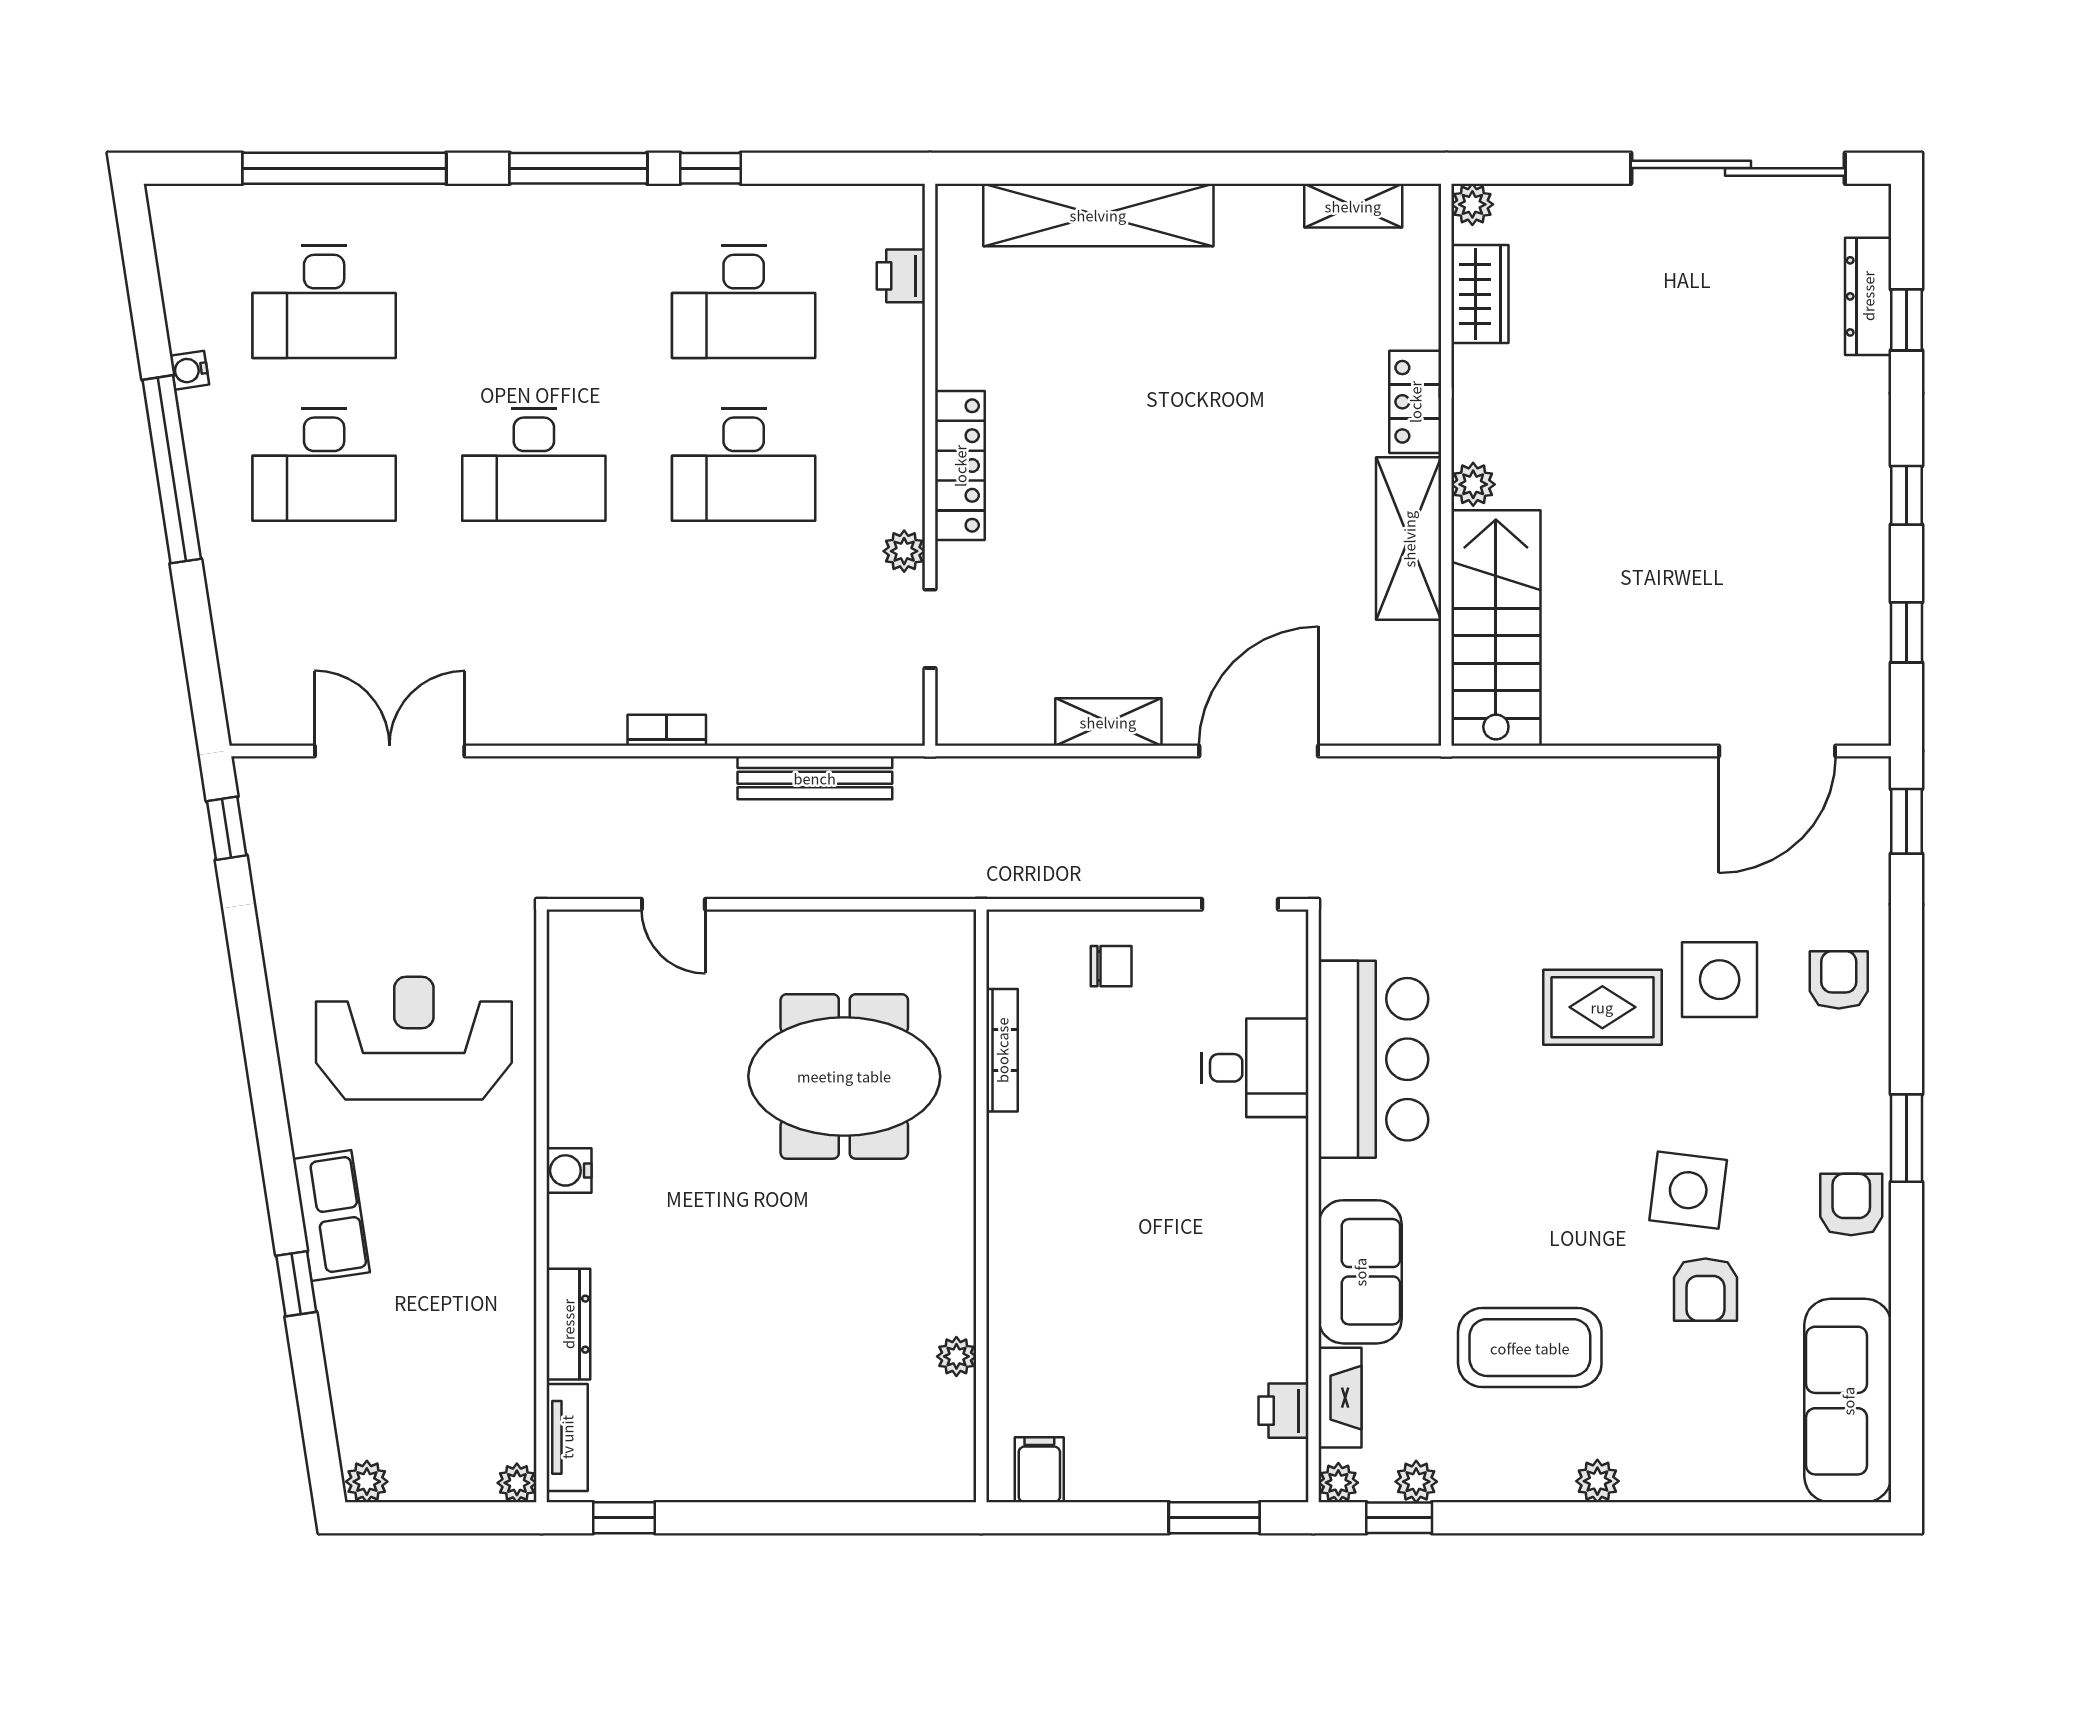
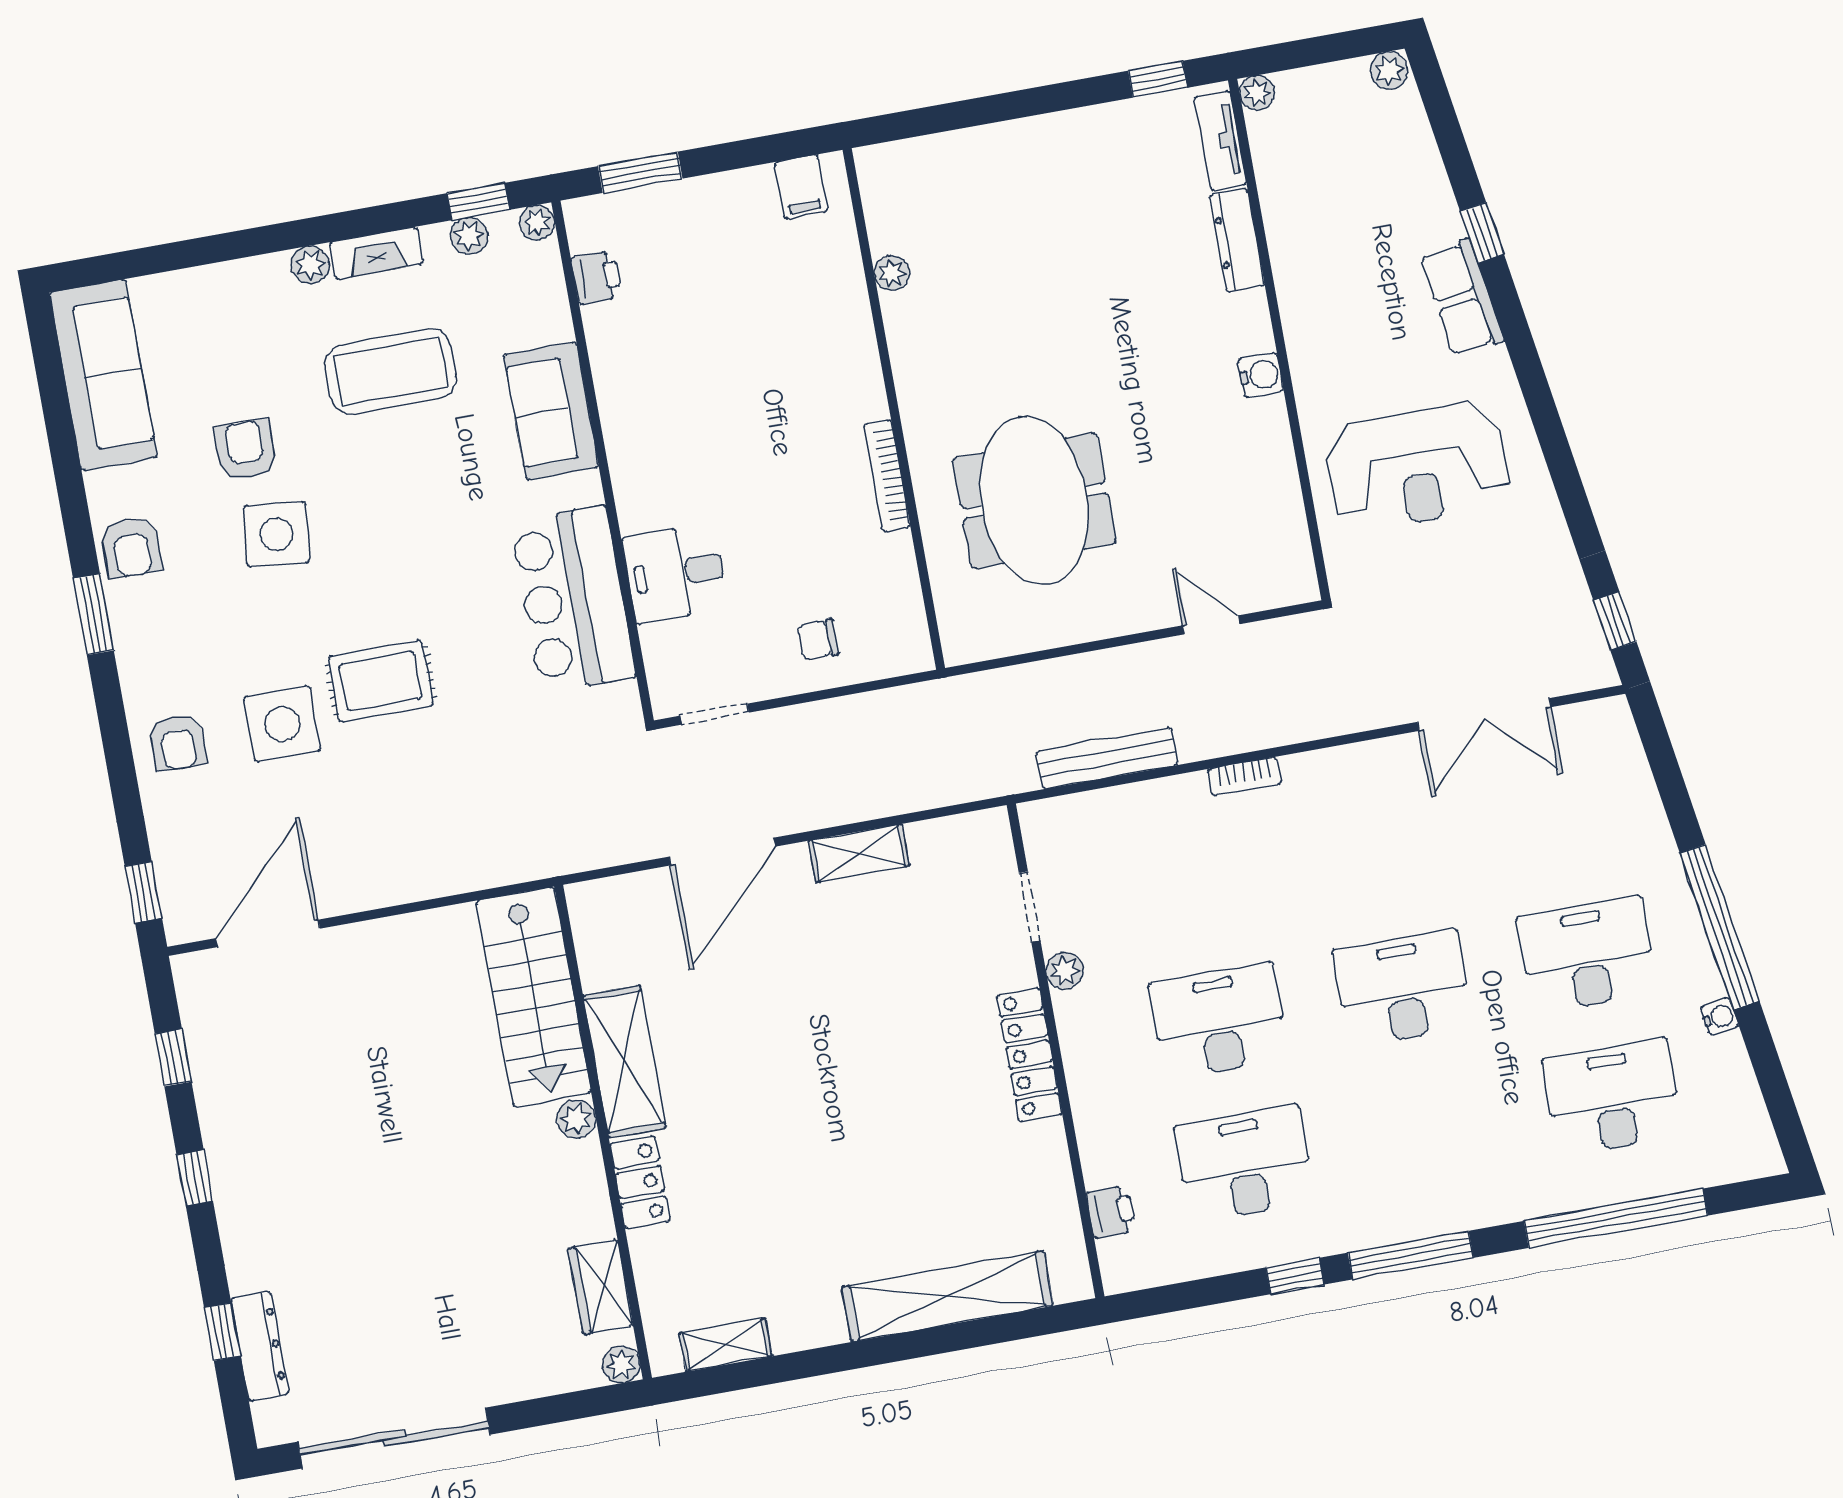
bookcase: (1002, 1050) -> (887, 476), moved
meeting table: (844, 1076) -> (1034, 501), turned 90
fireplace: (1340, 1398) -> (376, 253), moved, turned -90

